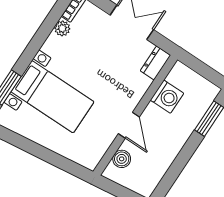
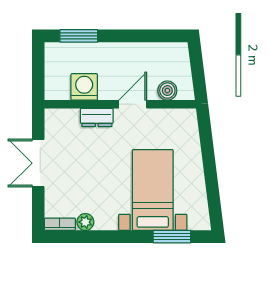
dresser: (155, 63) -> (97, 118), moved

